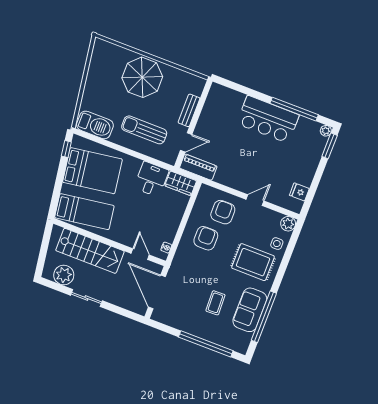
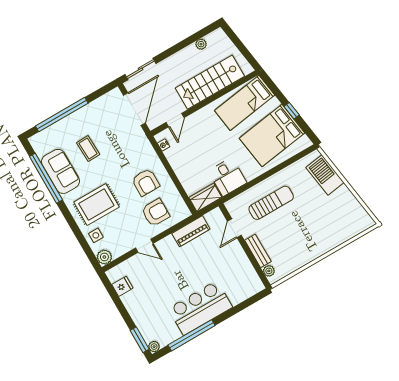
parasol: (142, 77) -> (314, 235), removed
plant: (198, 90) -> (269, 271), added
barbecue: (95, 125) -> (325, 175), moved, turned 82
window: (66, 149) -> (292, 111), moved
piano: (198, 167) -> (191, 231), moved
door: (255, 200) -> (144, 246), hinge flipped
armchair: (223, 212) -> (155, 213), turned -90
door: (140, 254) -> (175, 120), hinge flipped
plant: (64, 275) -> (201, 44), width x0.53, depth x0.53
door: (157, 292) -> (134, 109), hinge flipped
sliding door: (86, 298) -> (140, 69), moved

